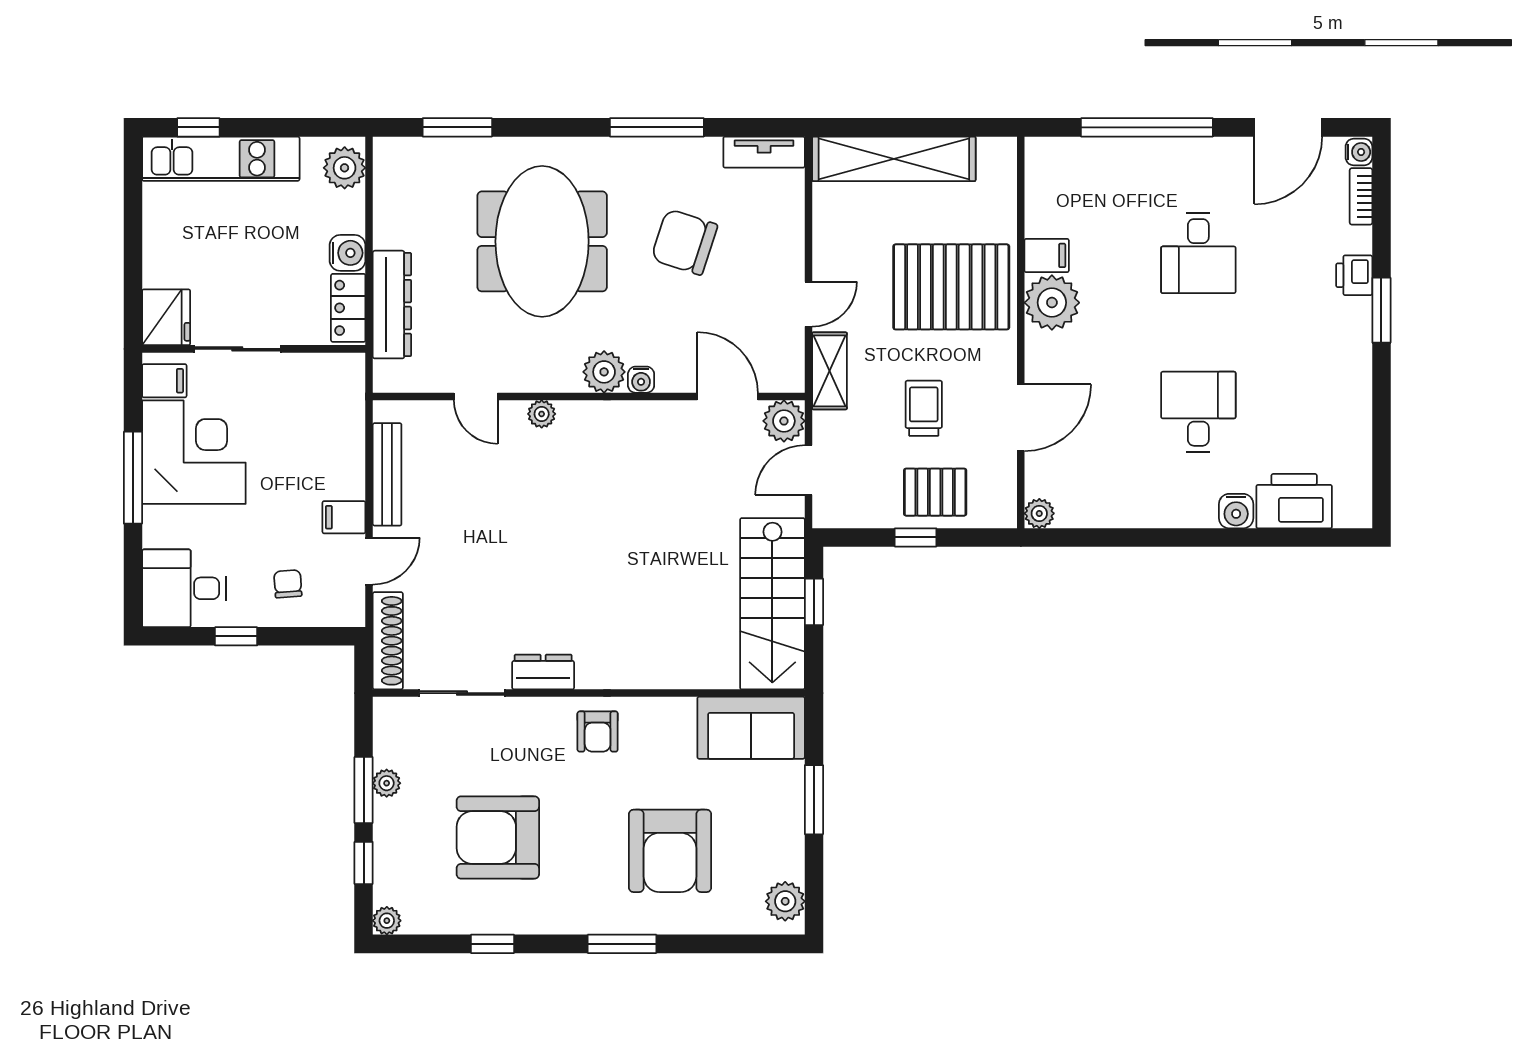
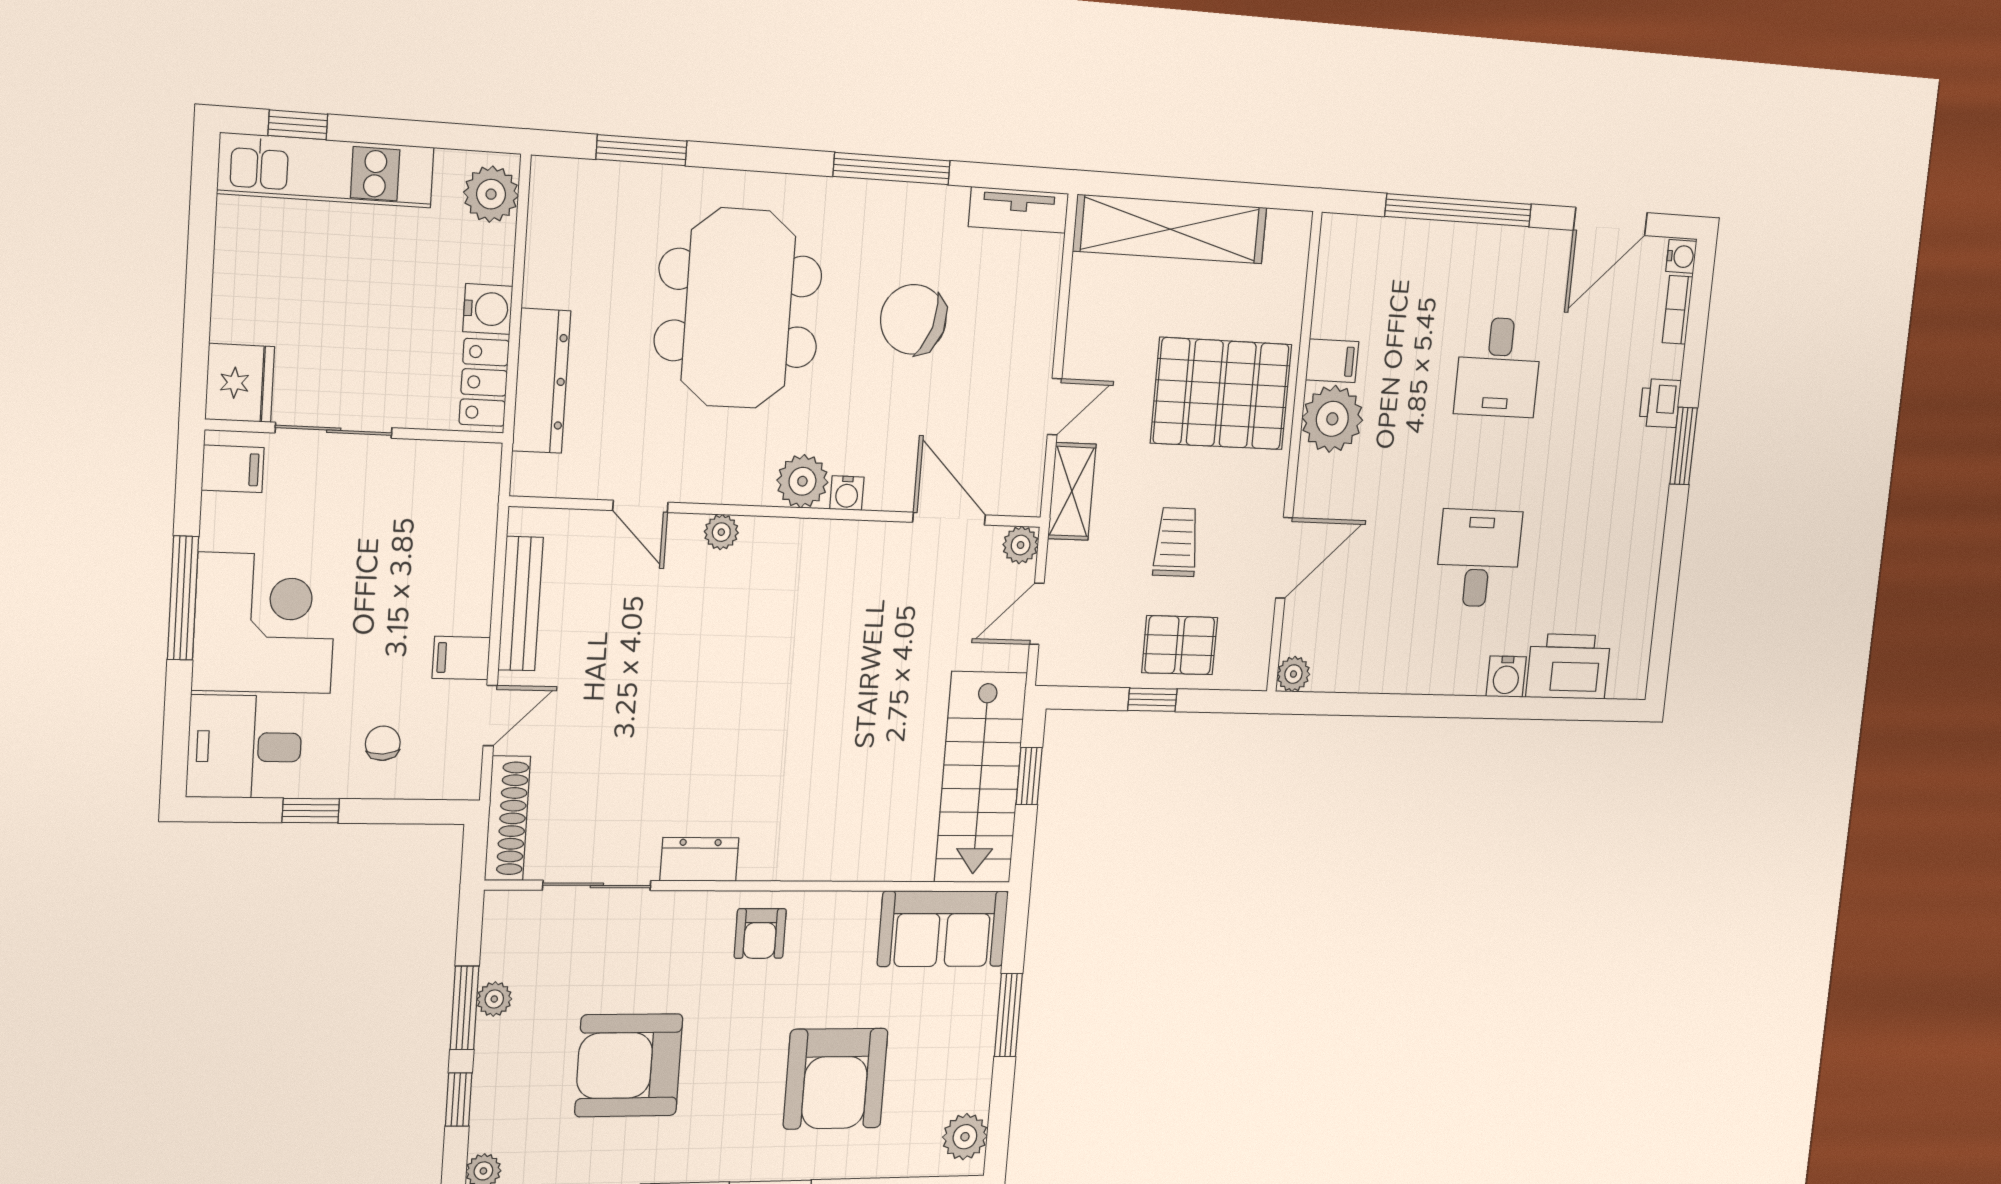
plant: (784, 421) -> (1021, 545), width x0.73, depth x0.73
corner desk: (194, 452) -> (265, 623), moved

